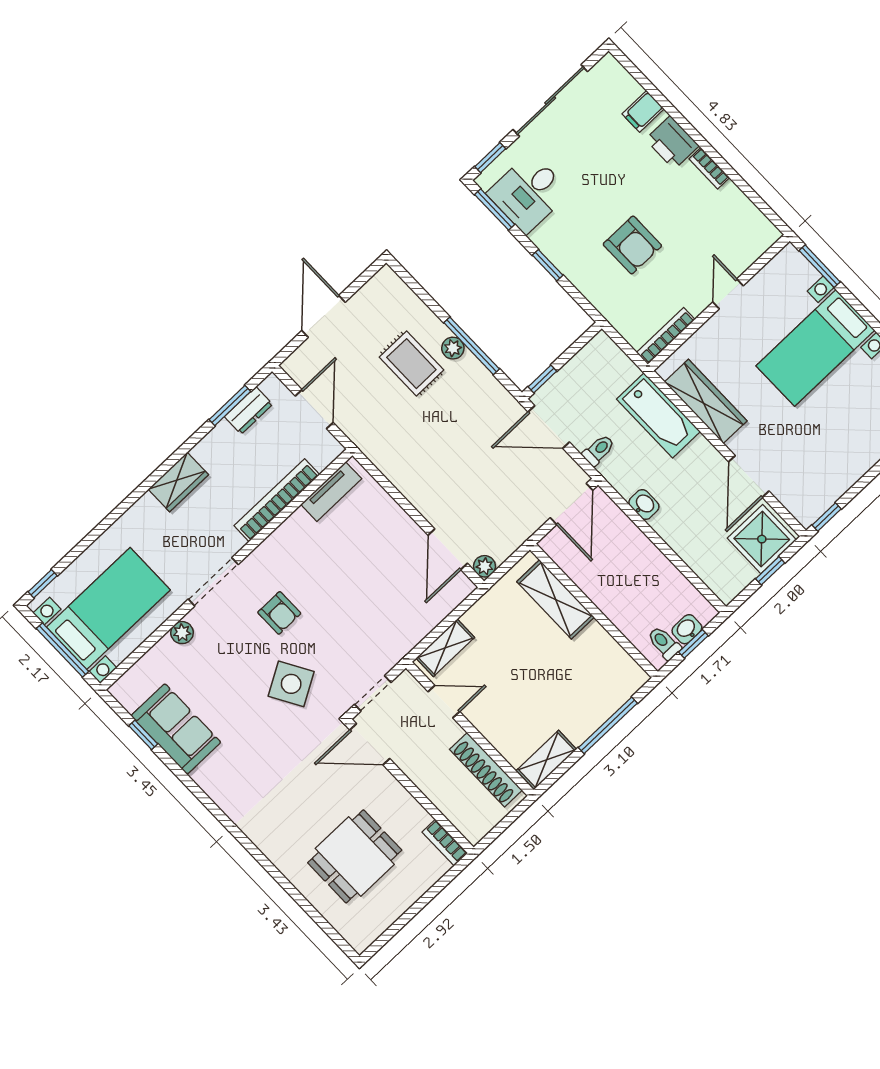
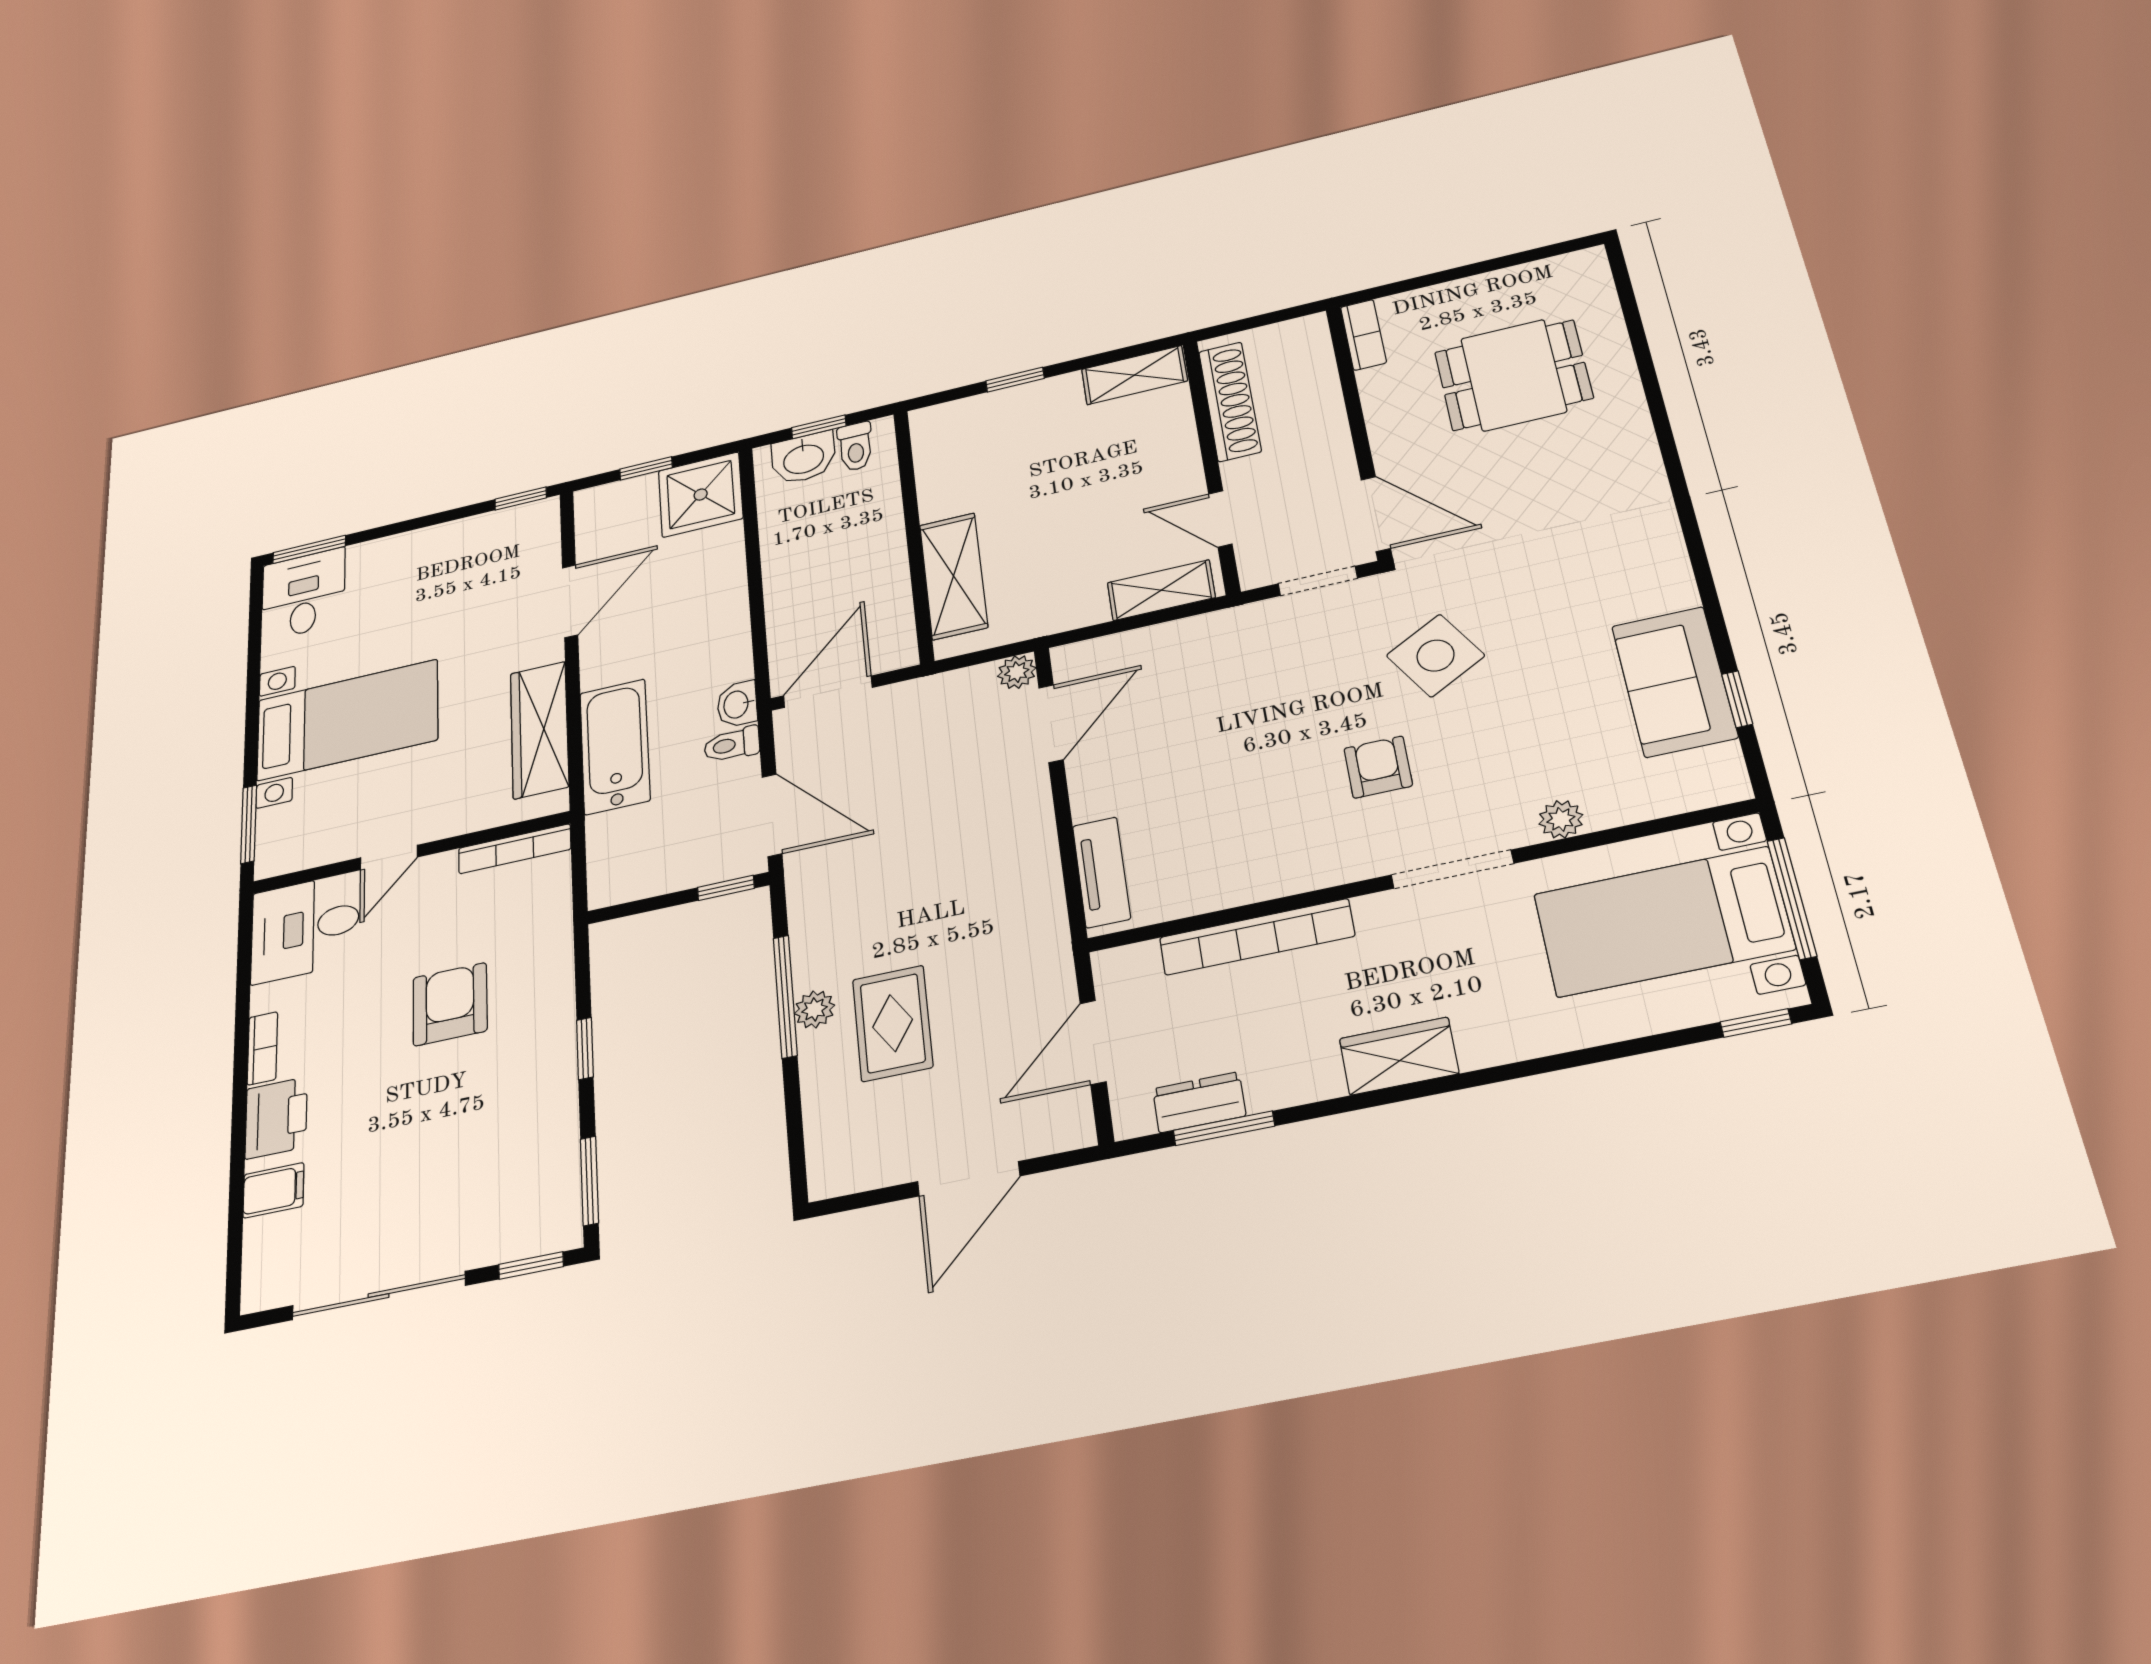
desk: (528, 193) -> (305, 928), moved, turned 180
tv unit: (331, 492) -> (1101, 872), moved, turned 90
washbasin: (644, 505) -> (737, 704), moved
shower: (762, 539) -> (701, 495), moved
washbasin: (687, 629) -> (803, 458), width x1.38, depth x1.45
window: (608, 725) -> (1015, 380), width x0.46

